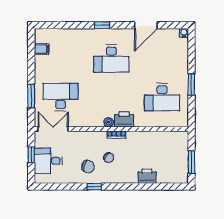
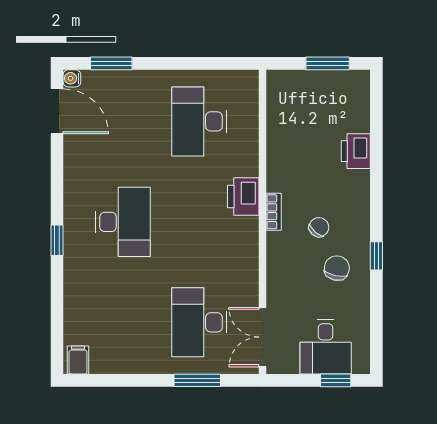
door: (146, 25) -> (57, 111), moved
filing cabinet: (42, 49) -> (78, 360), moved
window: (191, 85) -> (111, 63), moved
desk: (162, 97) -> (199, 121), turned 180
plant: (109, 122) -> (249, 227), removed
window: (31, 155) -> (336, 380), moved

